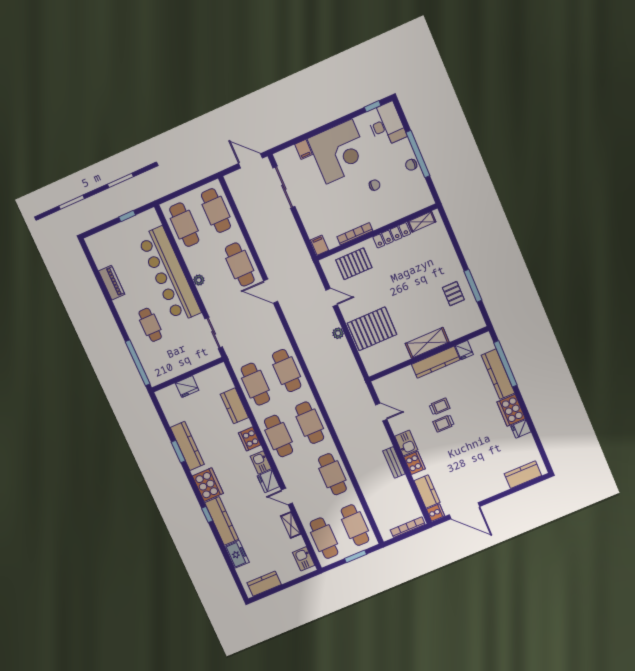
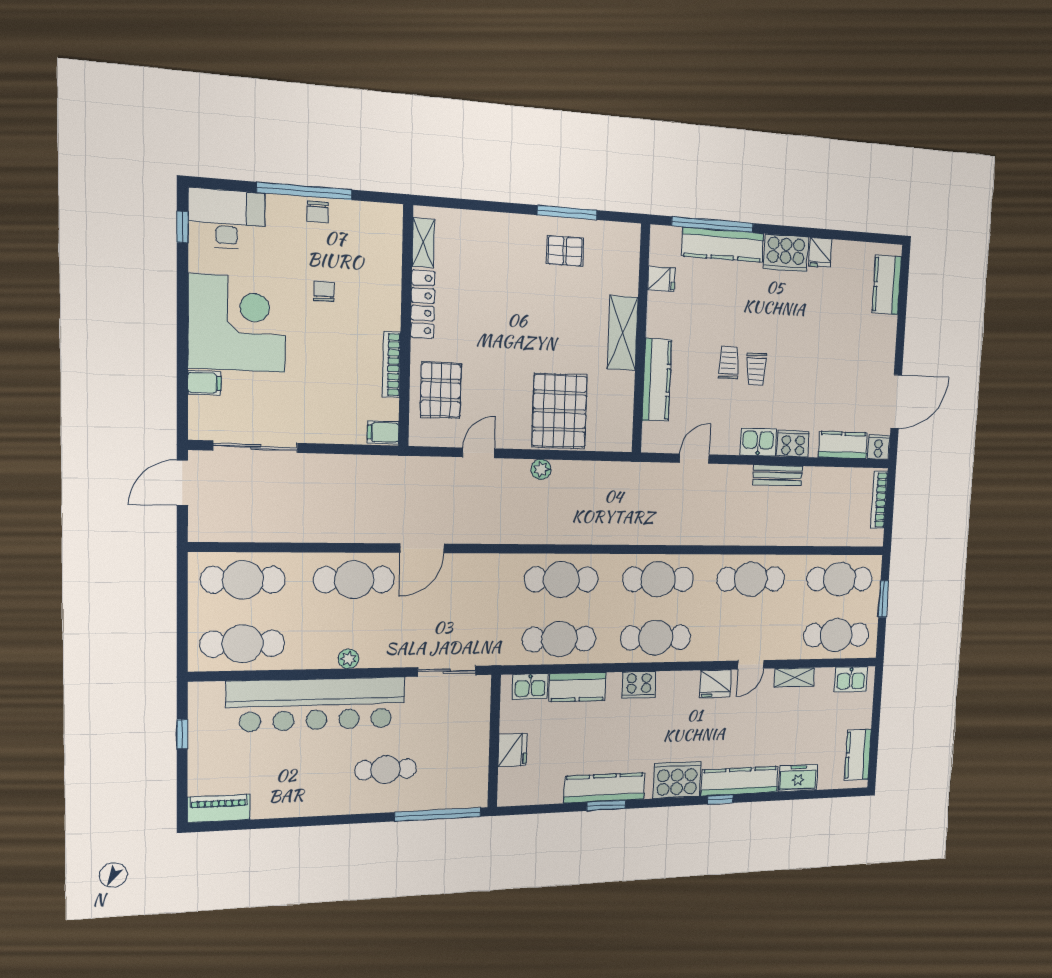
piano: (112, 283) -> (219, 808), moved
kitchen counter: (436, 362) -> (657, 380), moved
kitchen sink: (261, 462) -> (530, 687), moved

